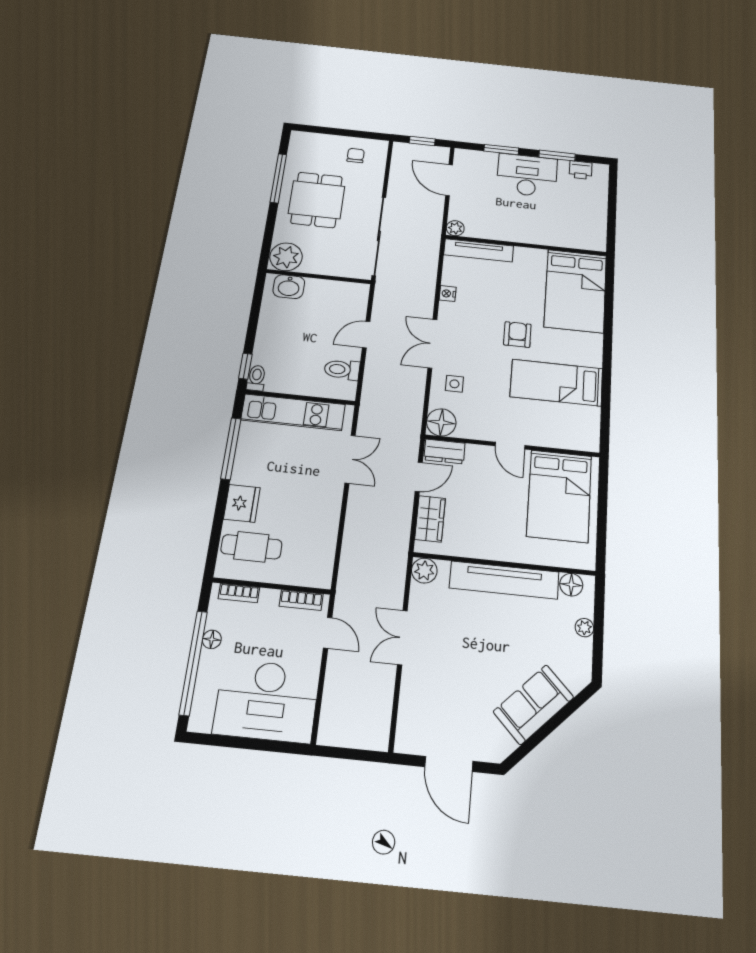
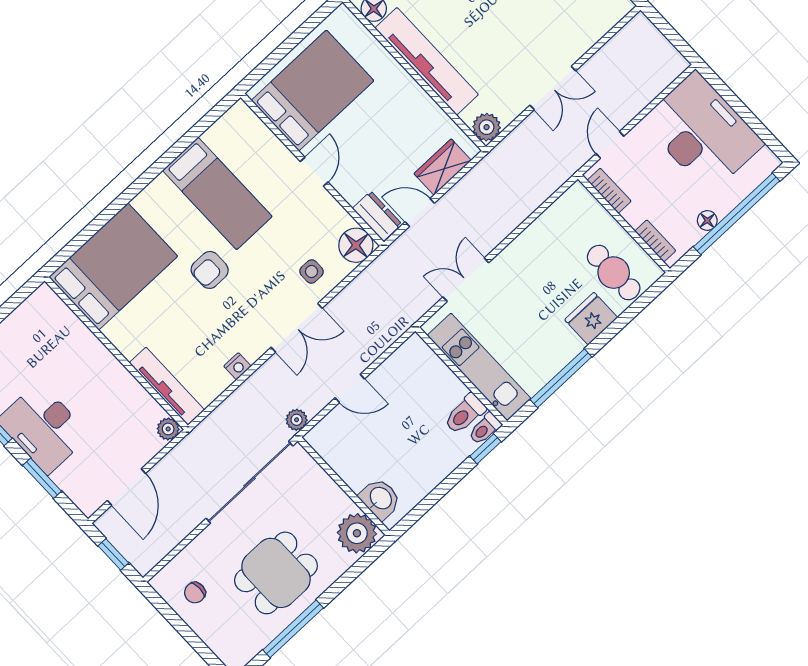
plant: (383, 291) -> (297, 420), added
toilet: (342, 370) -> (465, 414), moved, turned 90

